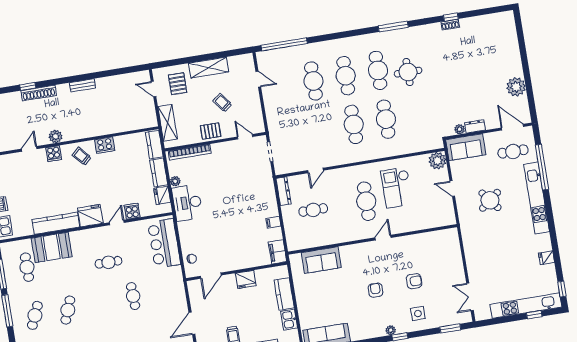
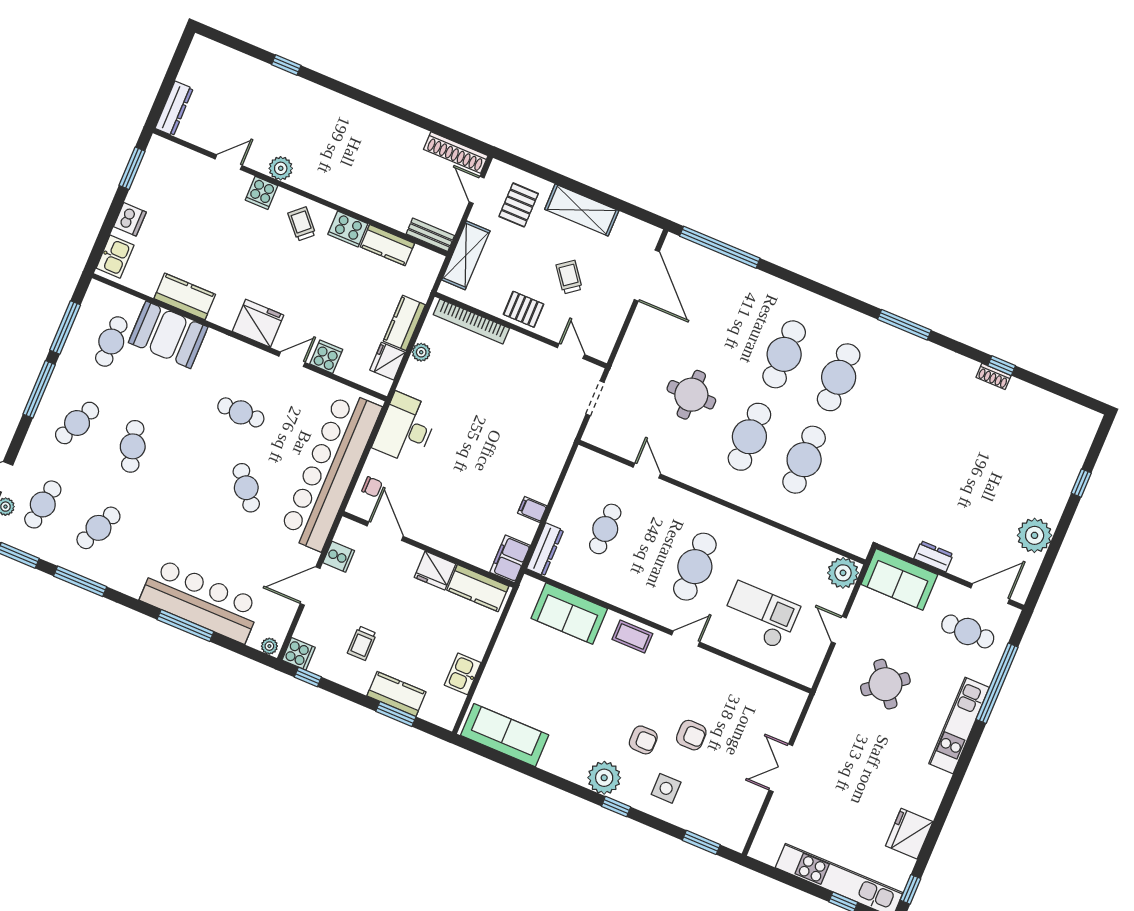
window: (523, 49) -> (1081, 483), added
round table: (408, 72) -> (691, 395), moved
door: (258, 79) -> (647, 276), width x1.87
cafe table: (313, 81) -> (730, 331), removed
bench: (82, 85) -> (430, 235), moved
shoe rack: (39, 93) -> (456, 153), moved
door: (512, 127) -> (990, 594), hinge flipped
plant: (460, 129) -> (907, 546), removed
kitchen counter: (154, 145) -> (387, 245), moved, turned -90
door: (316, 170) -> (647, 471), swing flipped
checkout: (397, 188) -> (760, 615), moved, turned 90
dresser: (284, 191) -> (545, 549), moved
kitchen unit: (537, 198) -> (959, 725), width x0.73
desk: (187, 203) -> (406, 428), moved
cafe table: (313, 210) -> (605, 529), turned 90
kitchen counter: (56, 223) -> (185, 296), width x0.67
bar counter: (164, 243) -> (330, 470), width x1.86
coffee table: (358, 252) -> (632, 637), added
fridge: (547, 258) -> (909, 834), width x1.88, depth x1.34
door: (211, 276) -> (385, 531), swing flipped
armchair: (375, 290) -> (643, 740), moved, turned 90
kitchen counter: (284, 294) -> (478, 588), moved, turned -90
cafe table: (133, 296) -> (246, 488), turned -37
double door: (470, 297) -> (781, 768), moved
cooker: (197, 301) -> (339, 557), added
cafe table: (68, 310) -> (133, 446), turned -36
plant: (391, 330) -> (604, 778), width x1.88, depth x1.88

